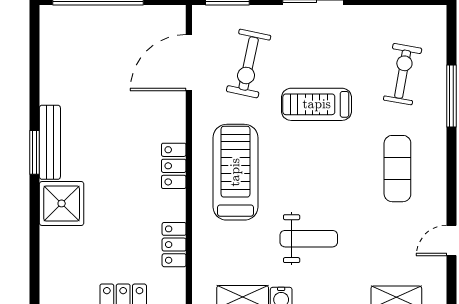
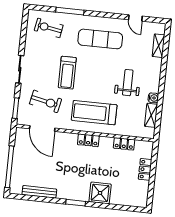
exercise bike: (403, 74) -> (49, 28), moved
bench: (50, 142) -> (39, 192), moved
exercise mat: (397, 169) -> (100, 39), width x1.36, depth x1.45

